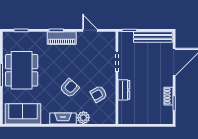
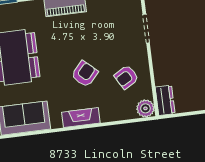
dresser: (124, 90) -> (165, 100), moved
plant: (83, 118) -> (145, 108), moved

